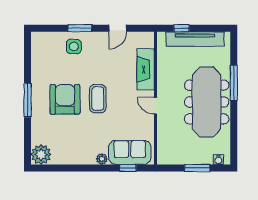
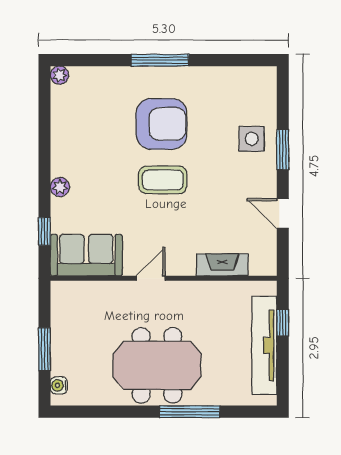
fireplace: (146, 69) -> (222, 265), width x0.73, depth x0.76
meeting table: (207, 102) -> (157, 365), width x0.73
sofa: (130, 152) -> (86, 255), moved, turned -90
plant: (41, 155) -> (59, 75), width x0.53, depth x0.53

